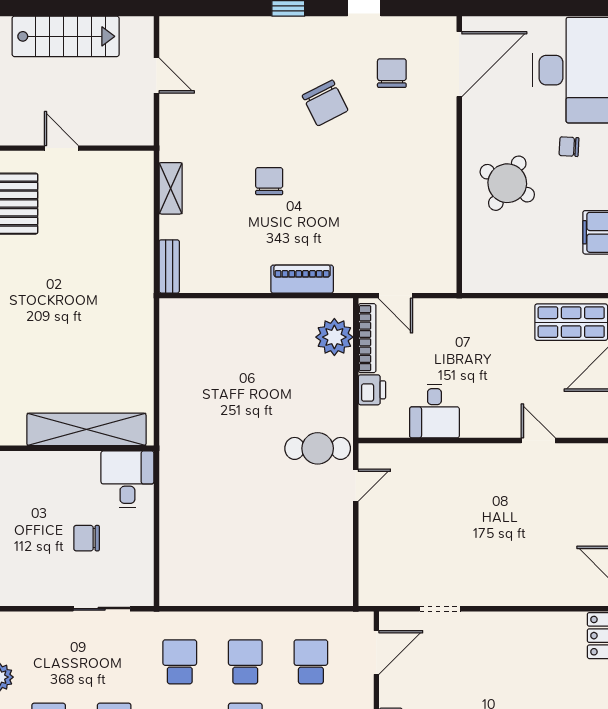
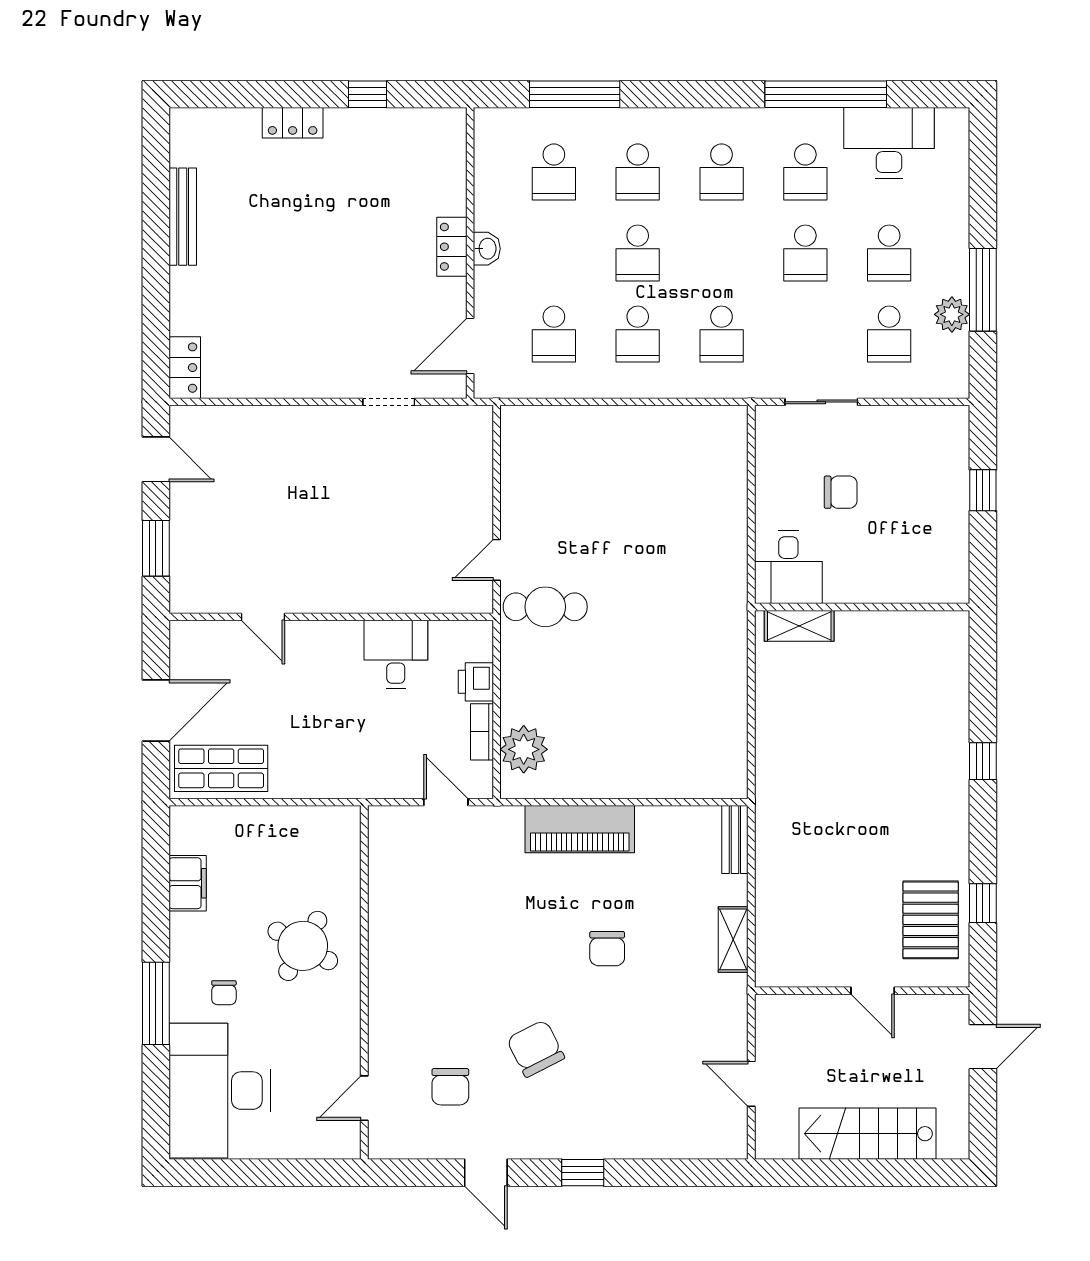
door: (459, 64) -> (364, 1098), width x0.53
chair: (569, 147) -> (224, 993), turned 87
piano: (302, 279) -> (580, 829), width x1.37, depth x1.33
bookcase: (367, 338) -> (482, 732), width x0.64
shelving: (86, 429) -> (799, 626), width x0.45, depth x0.75
school desk: (49, 662) -> (889, 334), added

